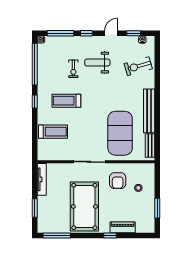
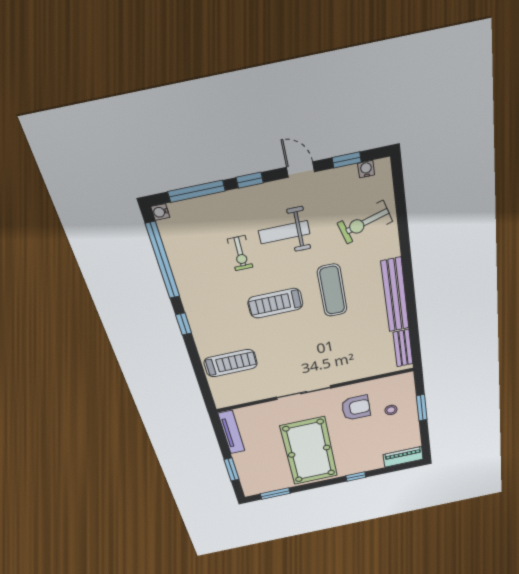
door: (111, 33) -> (301, 170), hinge flipped
treadmill: (66, 101) -> (275, 303), moved
exercise mat: (120, 133) -> (332, 290), moved, width x0.50, depth x0.69
armchair: (118, 181) -> (356, 408), turned -90
window: (157, 208) -> (422, 408), moved
piano: (123, 227) -> (403, 457), moved
window: (57, 236) -> (275, 494), width x0.69

